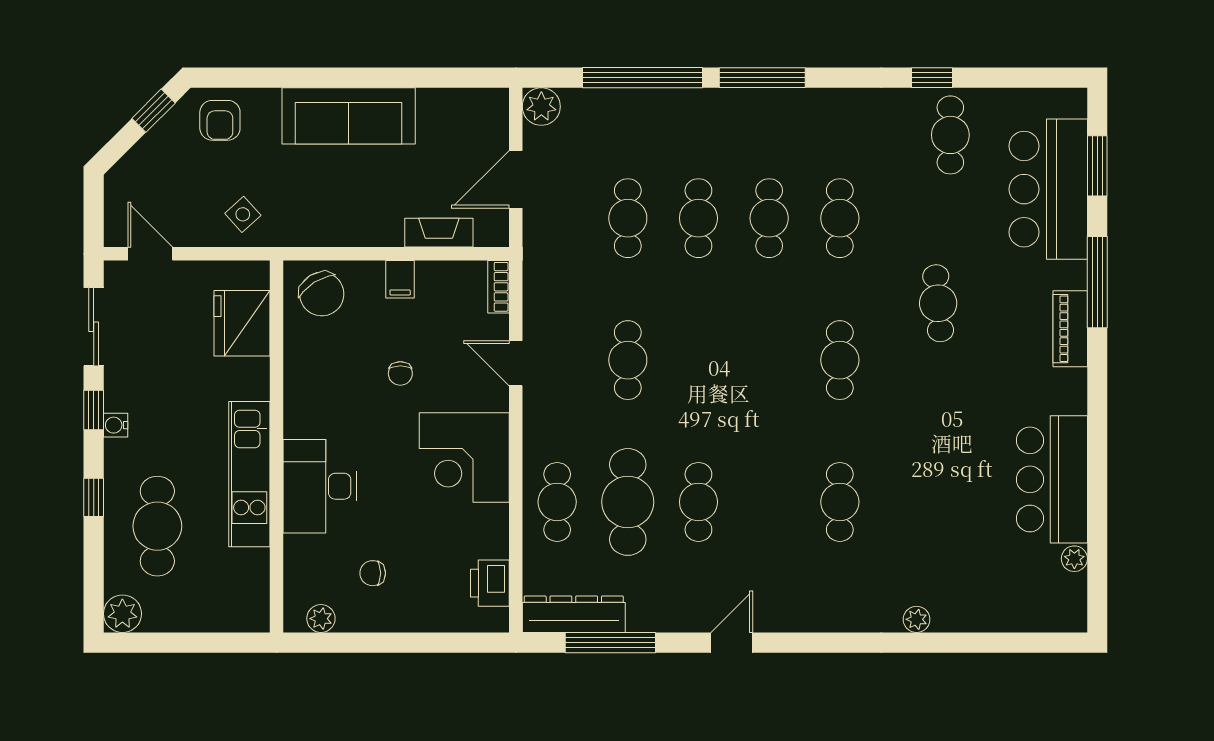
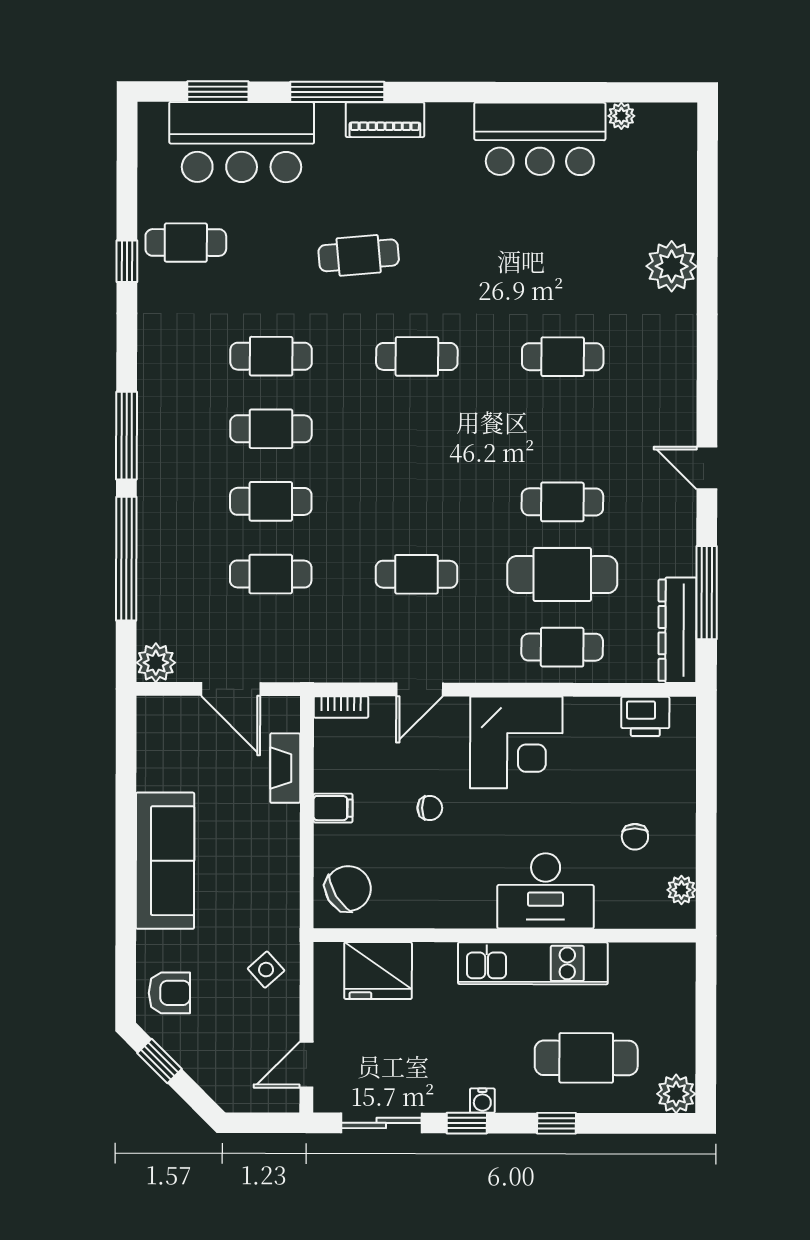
plant: (917, 619) -> (672, 266), width x1.88, depth x1.88

